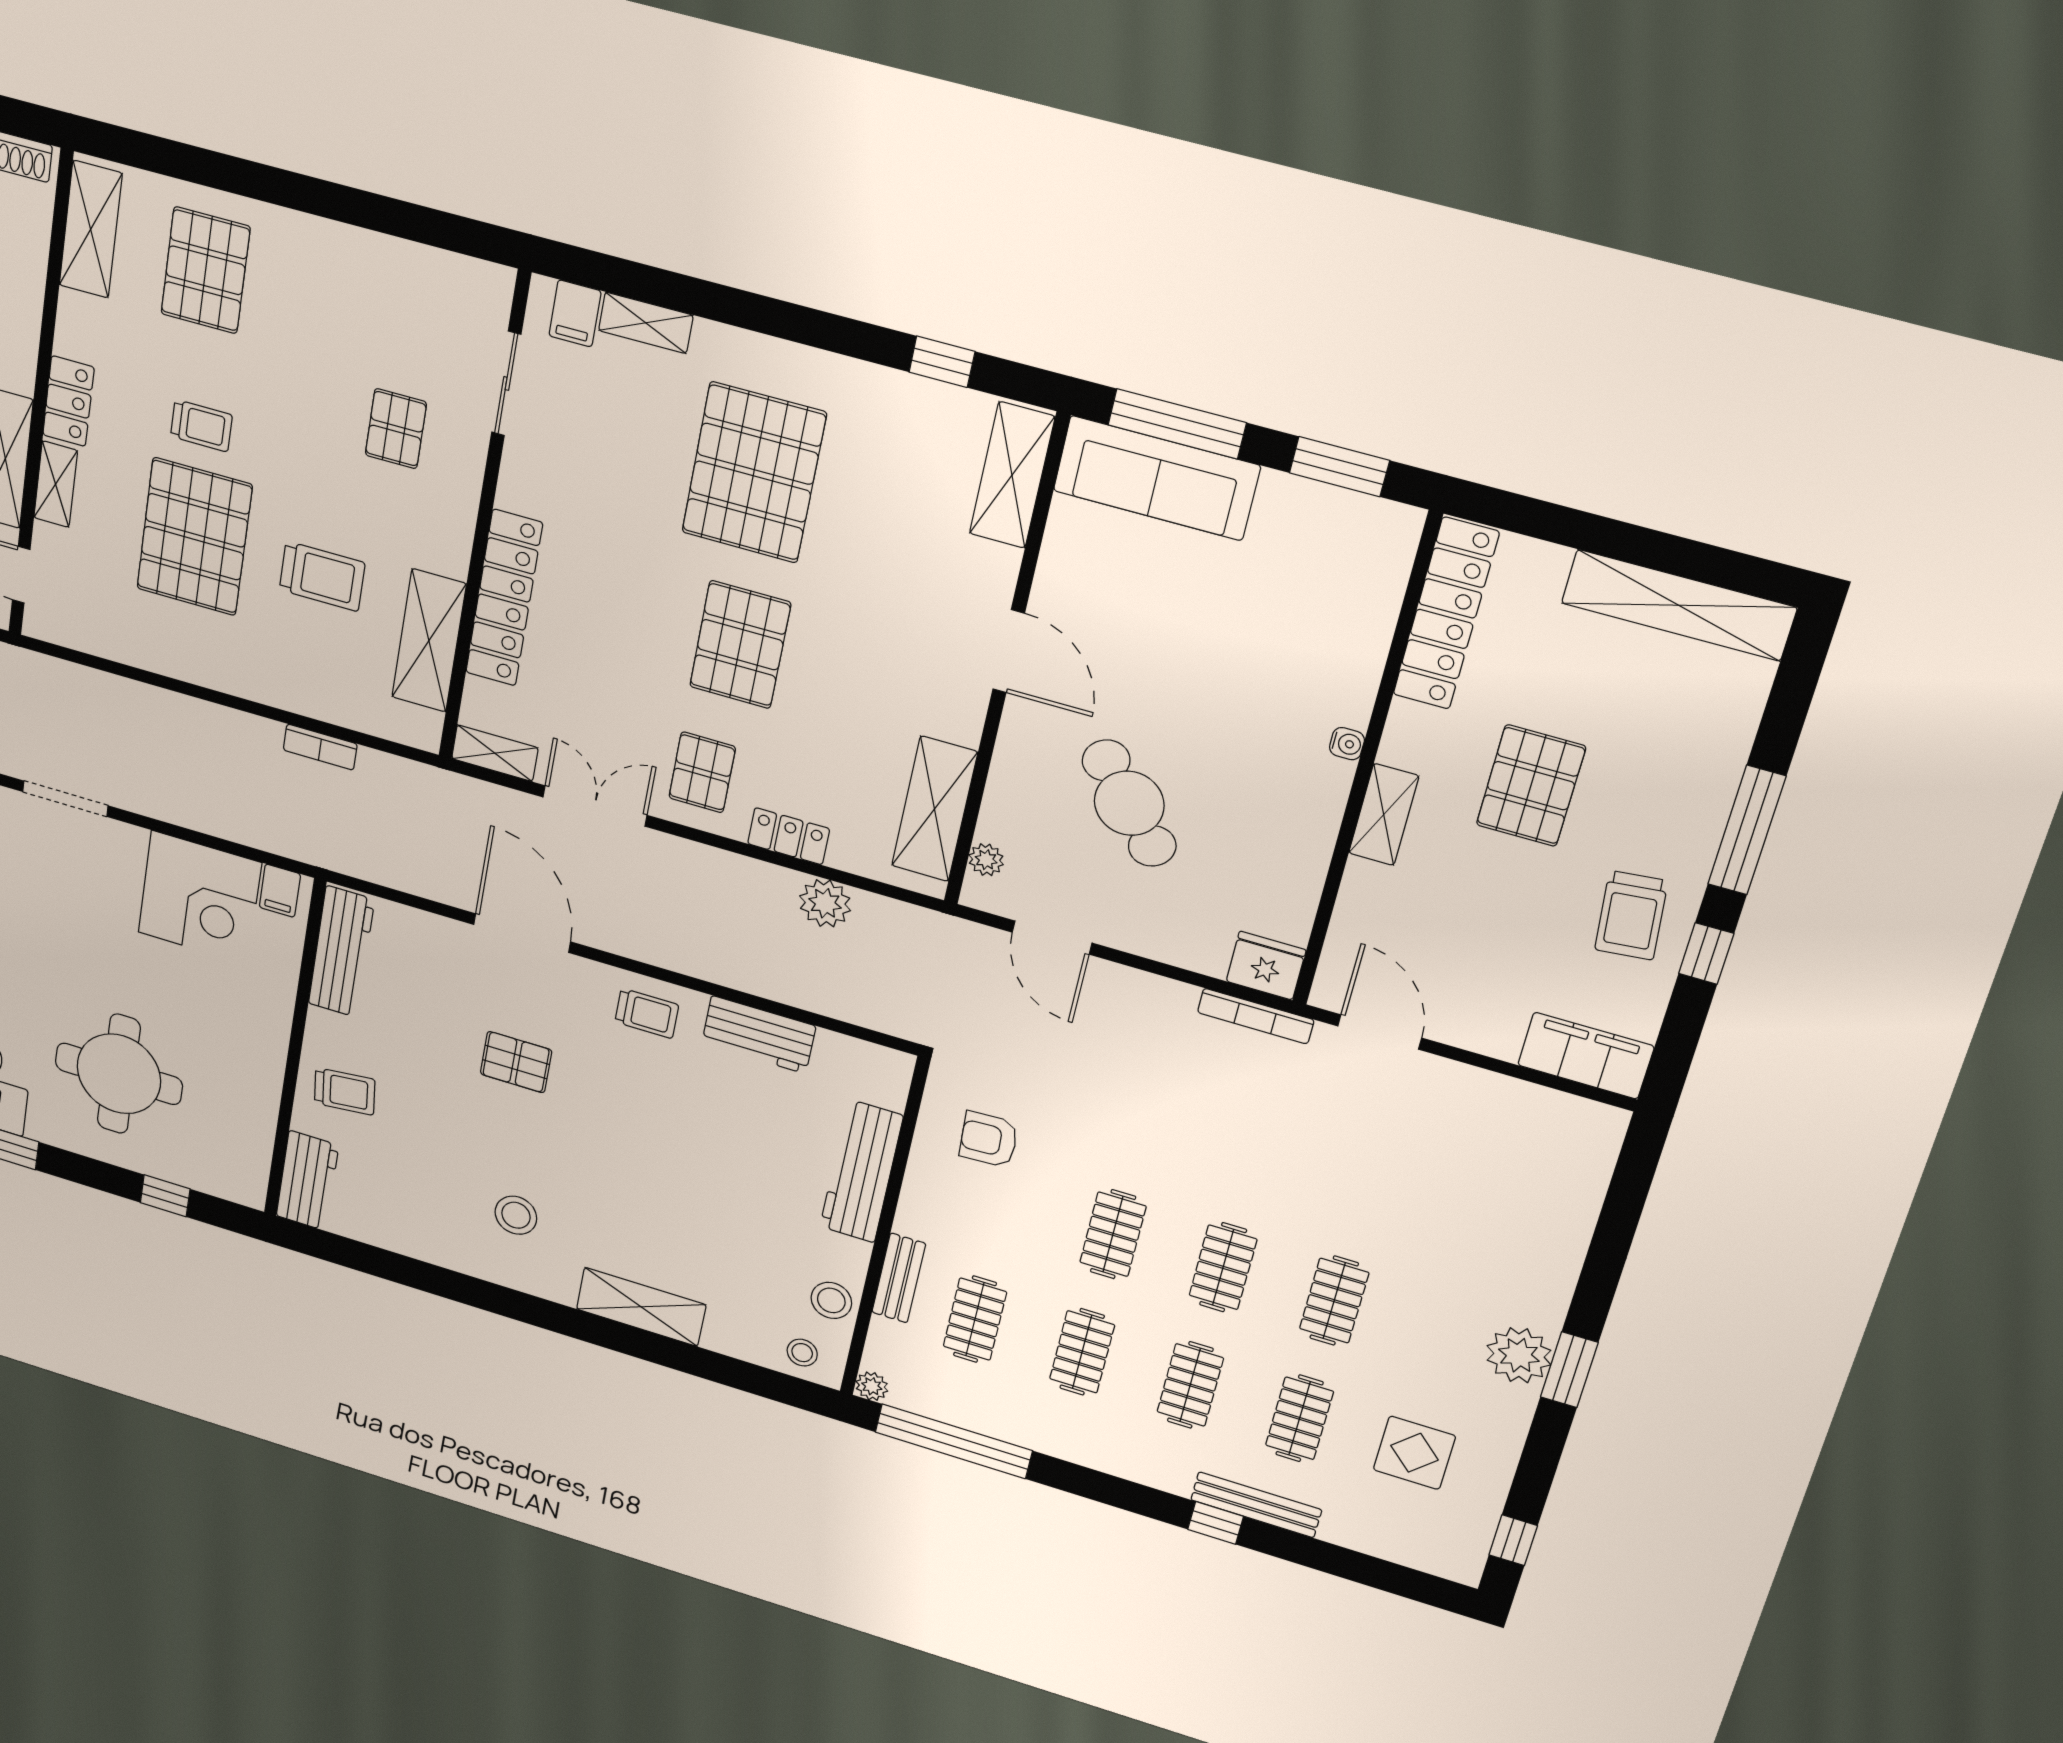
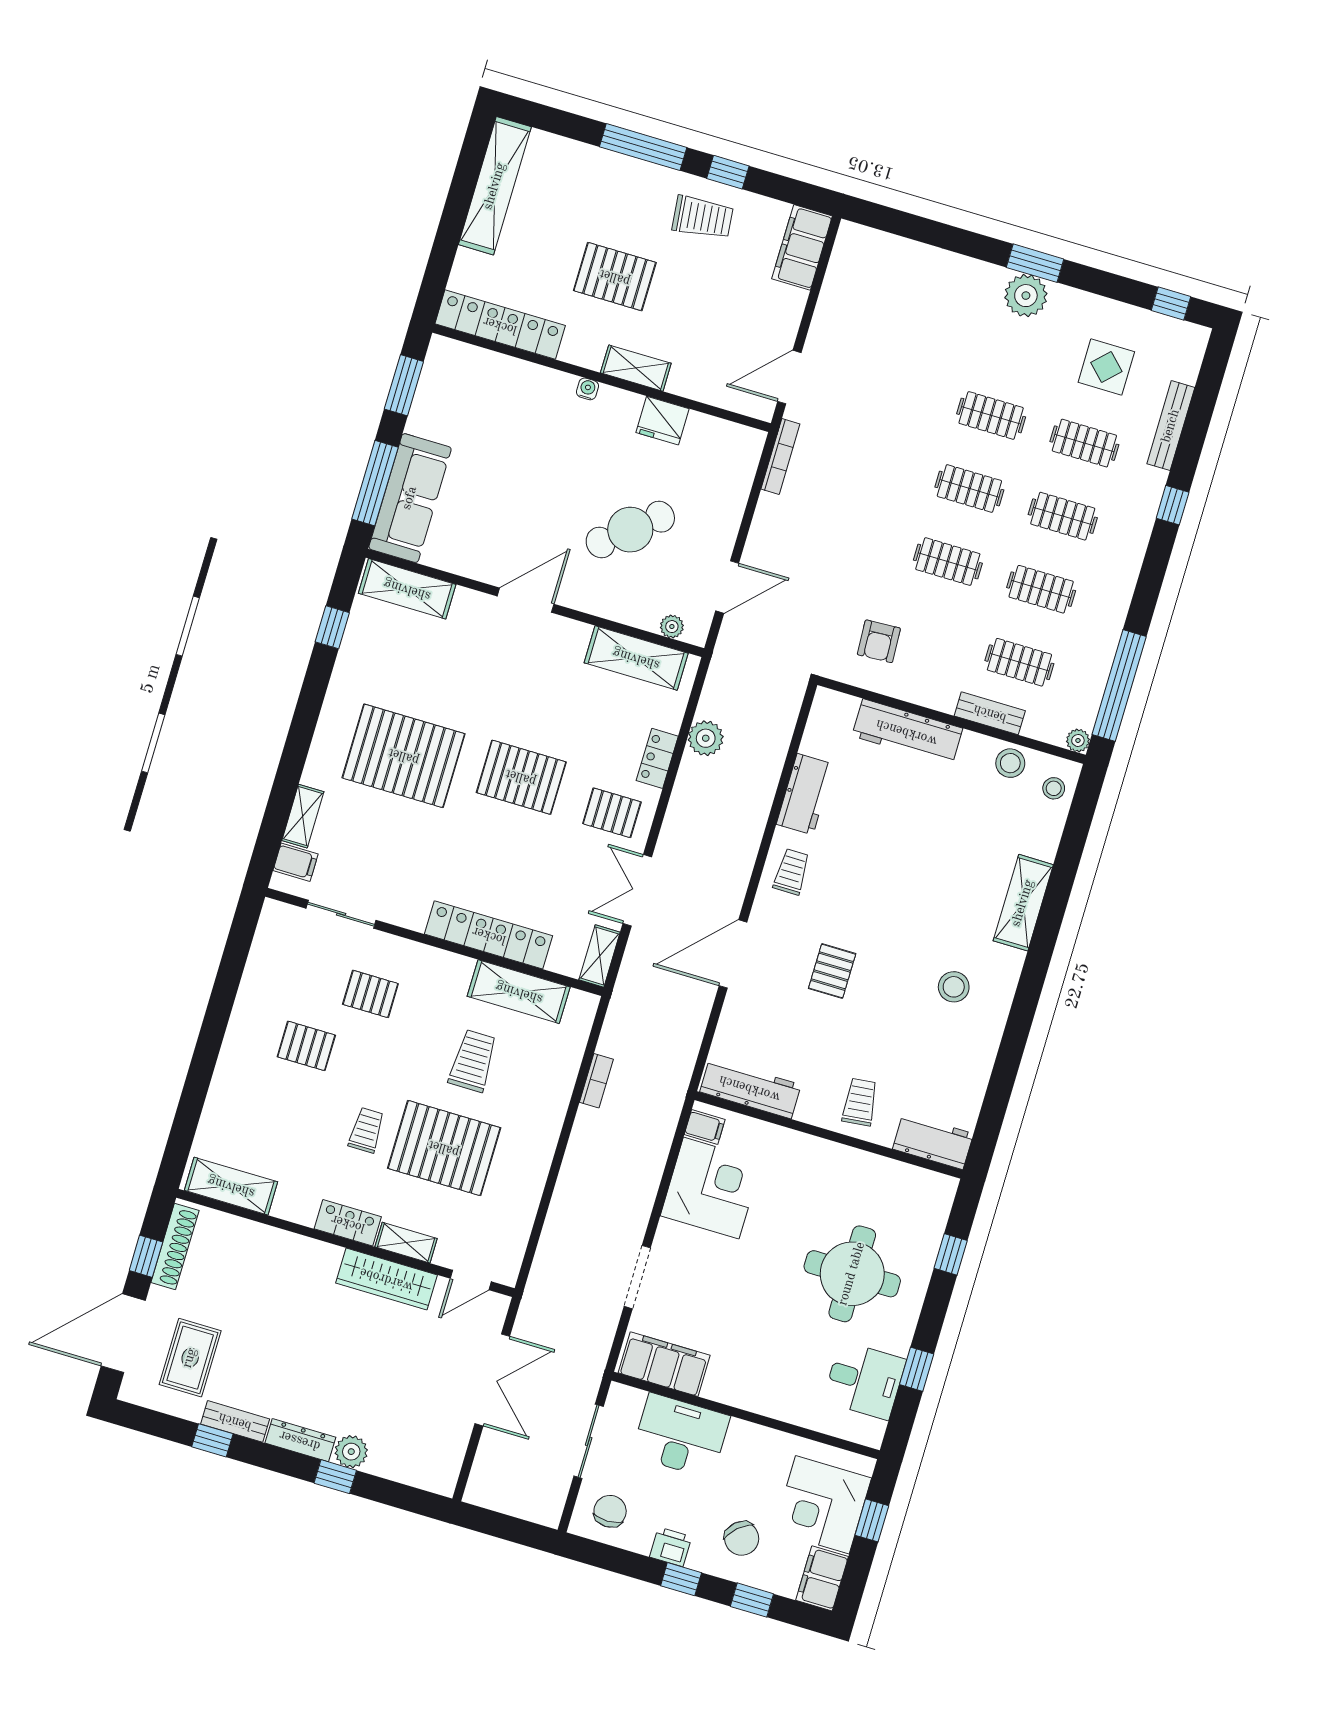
pallet: (206, 270) -> (306, 1046), moved, width x0.67, depth x0.71
fridge: (1266, 966) -> (662, 421), moved, turned -90
bench: (1256, 1505) -> (1171, 426), moved

